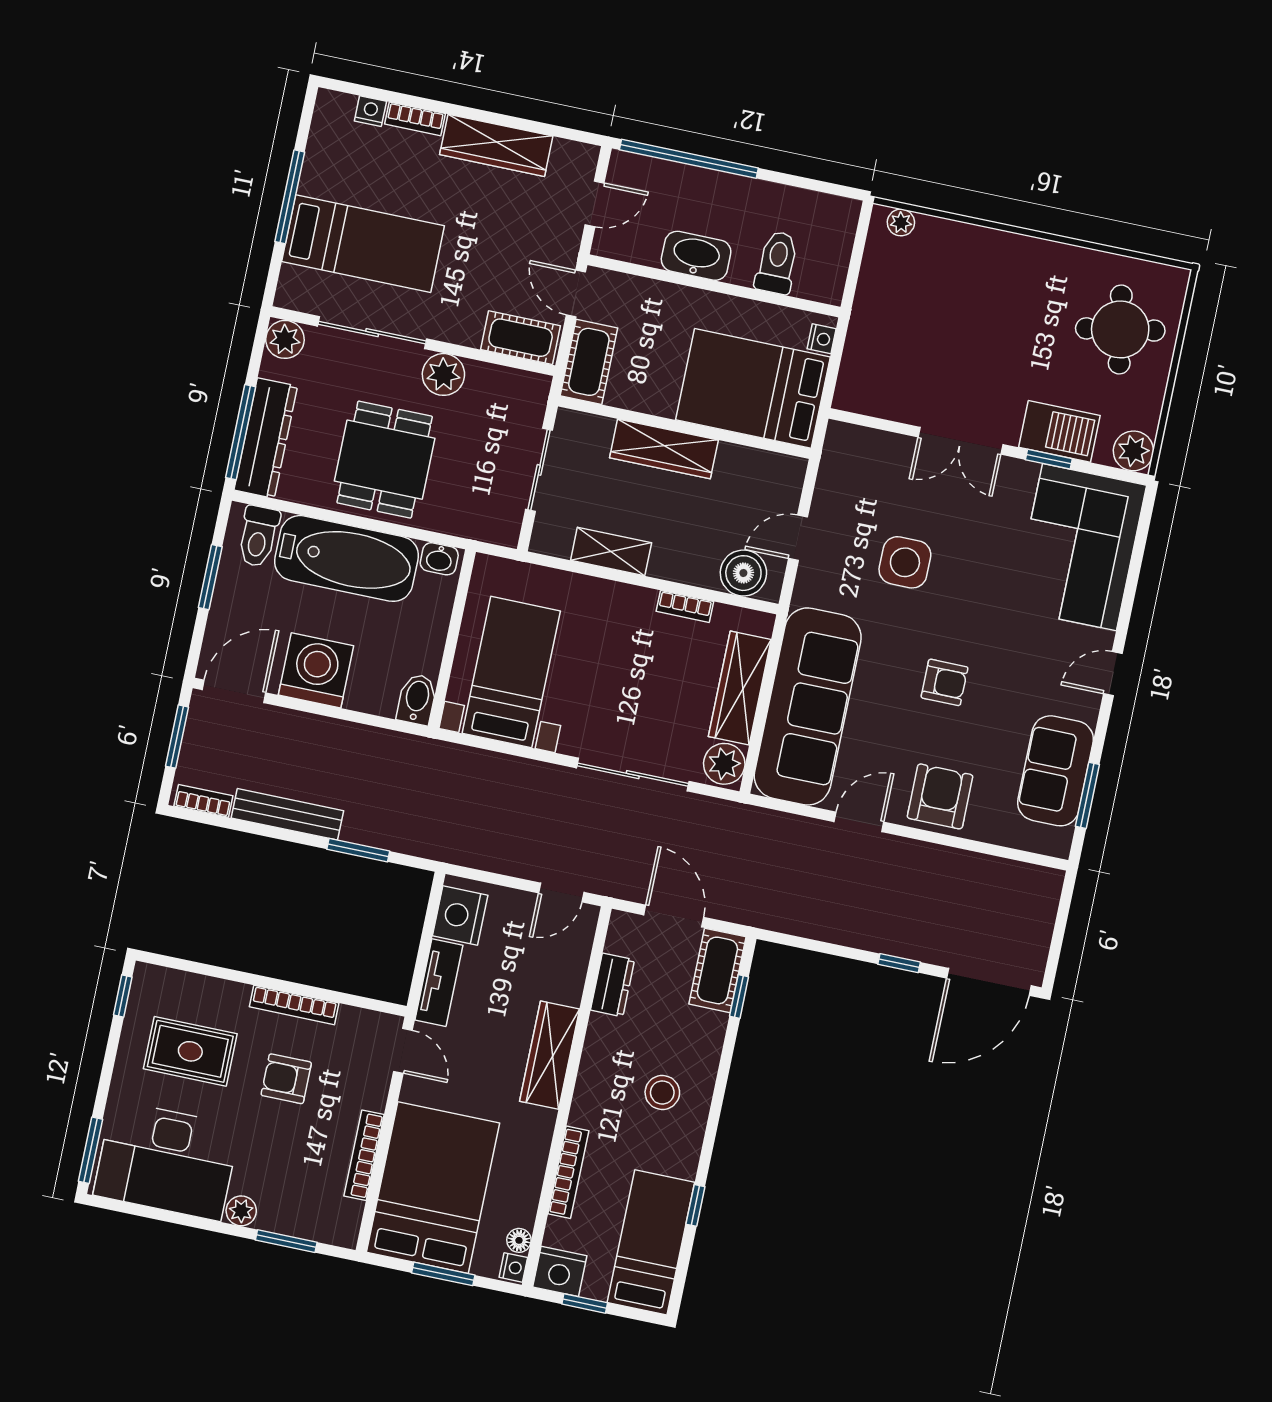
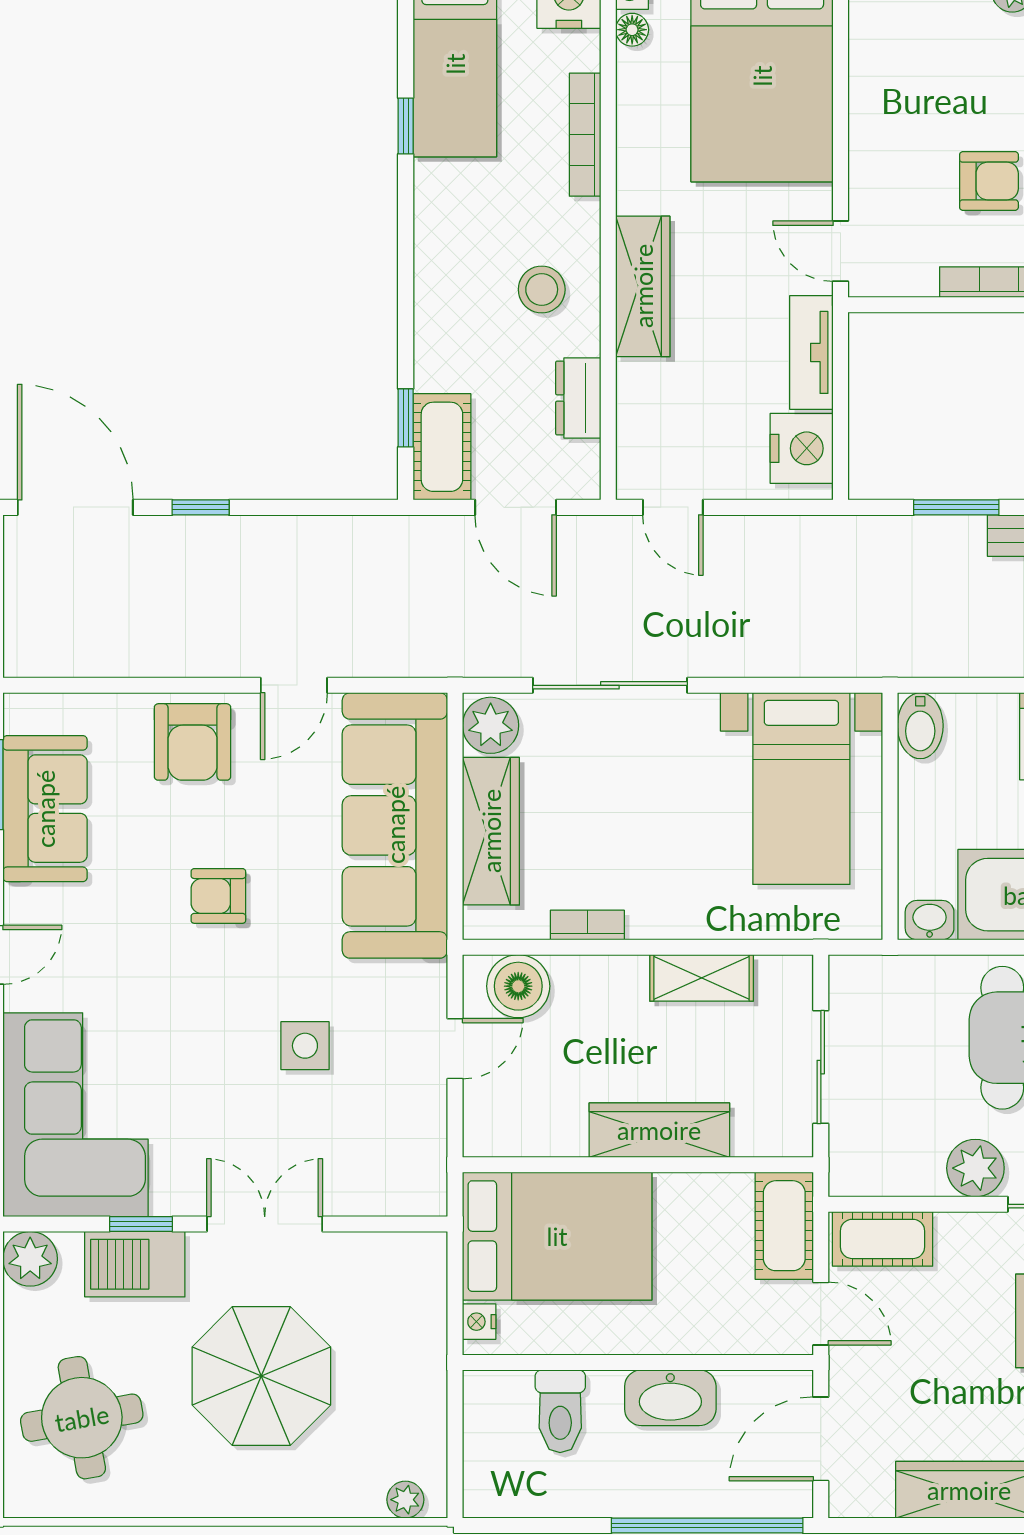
door: (595, 204) -> (821, 1439), width x1.38
parasol: (986, 332) -> (261, 1376), added
side table: (905, 562) -> (305, 1046), width x0.73, depth x0.73
door: (561, 893) -> (673, 507), swing flipped
door: (989, 982) -> (75, 507), hinge flipped
stool: (662, 1093) -> (542, 289), moved
bookcase: (364, 1155) -> (863, 100), removed

